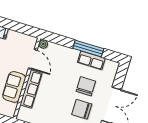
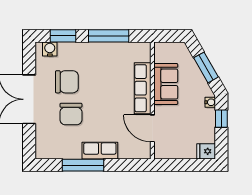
plant: (43, 44) -> (144, 153), removed
row of seats: (91, 60) -> (100, 151), moved

